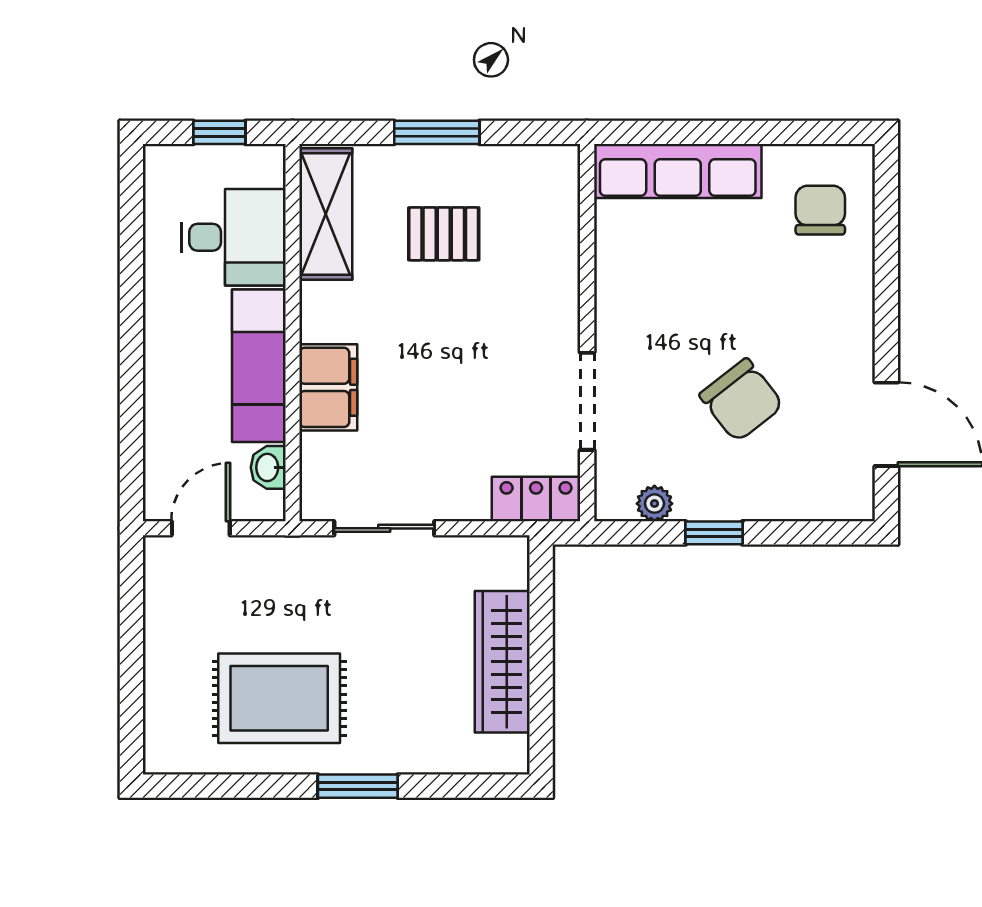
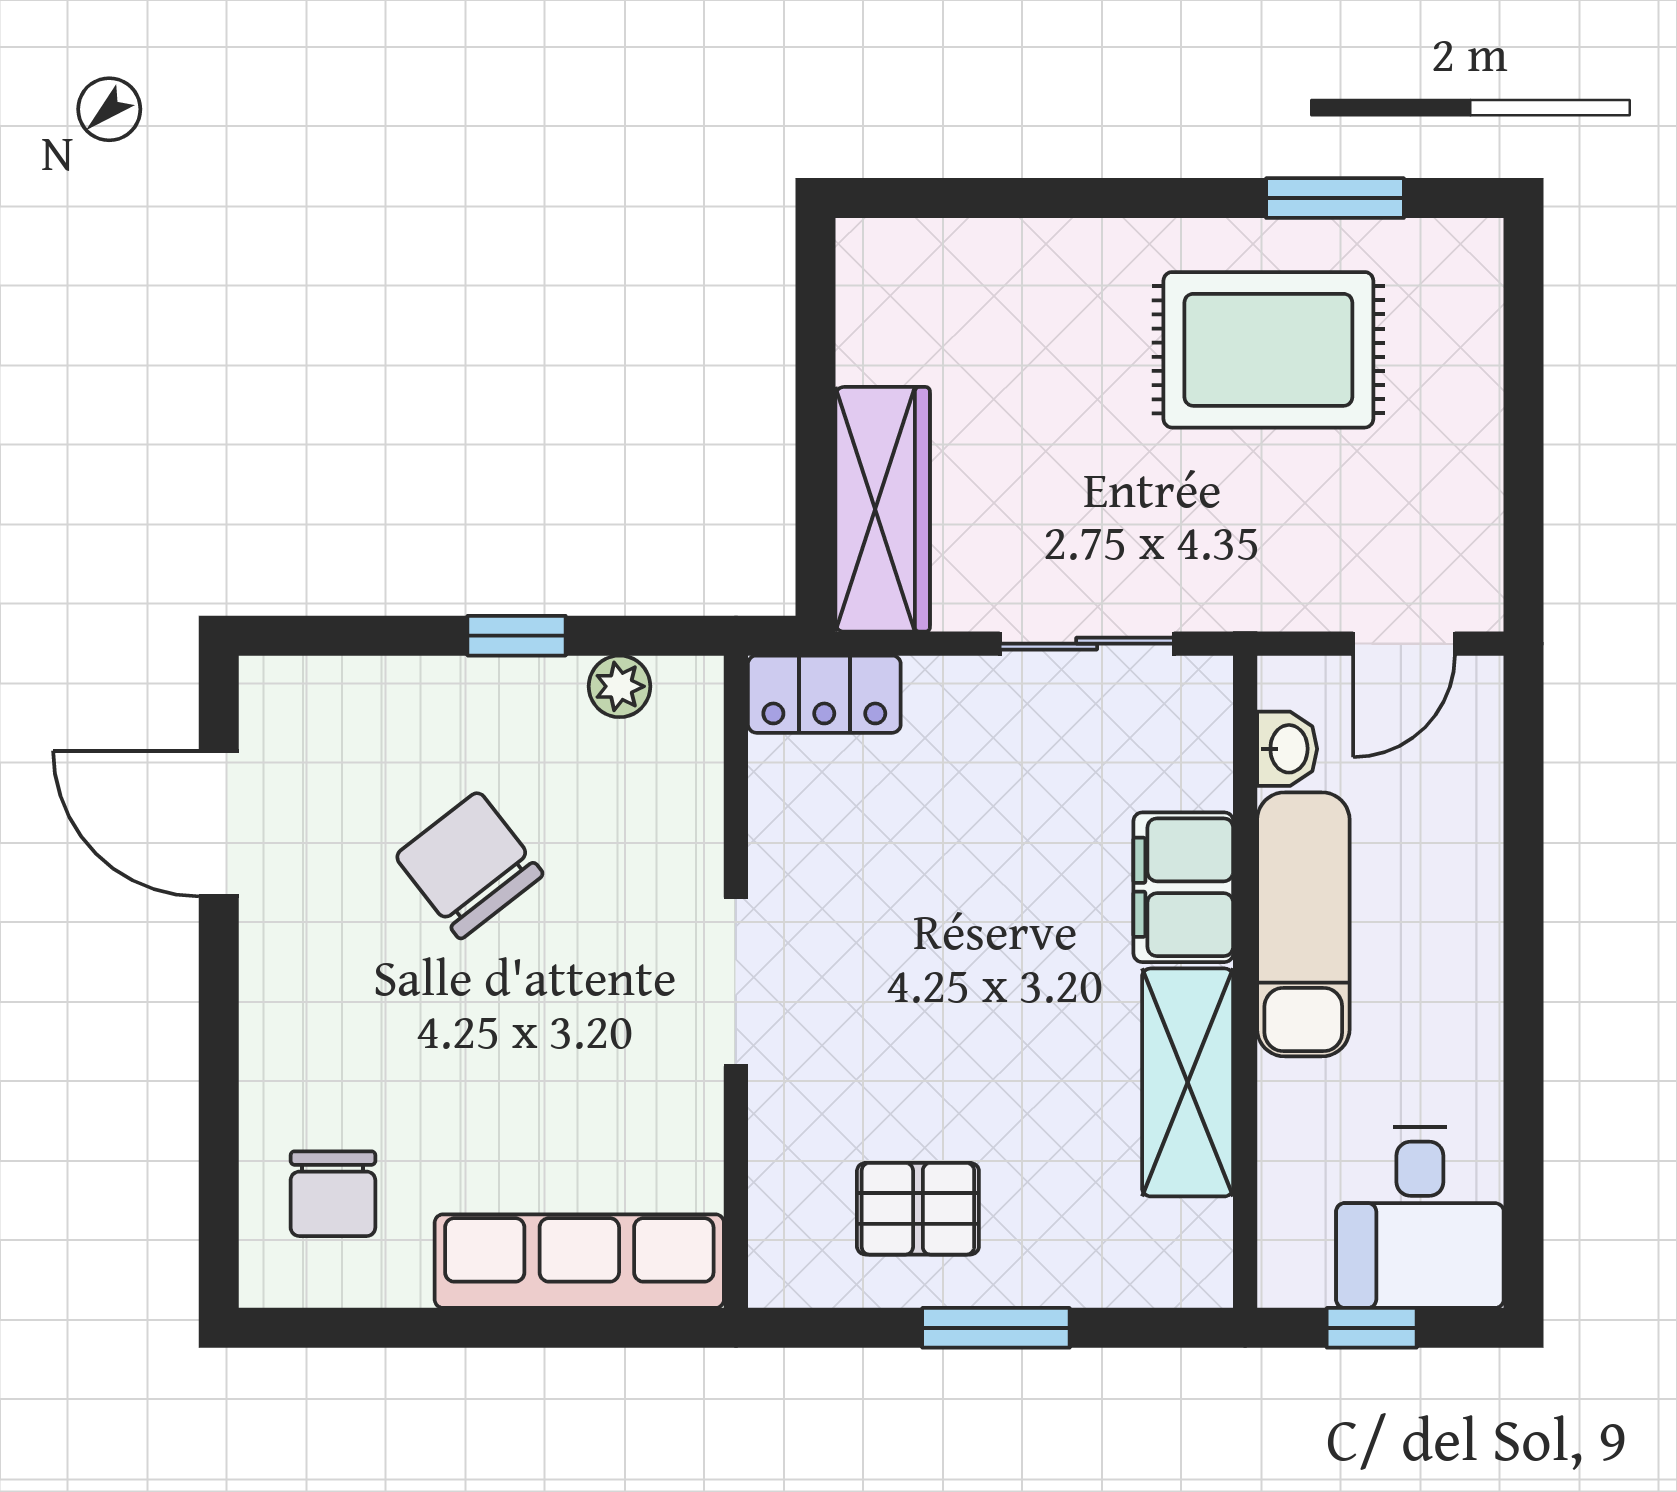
shelving: (326, 214) -> (1188, 1082), moved
pallet: (444, 234) -> (918, 1209), moved
desk: (233, 237) -> (1420, 1218), moved, turned -90
doorway: (587, 401) -> (736, 982), moved
wardrobe: (502, 662) -> (883, 509), moved
window: (358, 786) -> (1335, 198), moved

